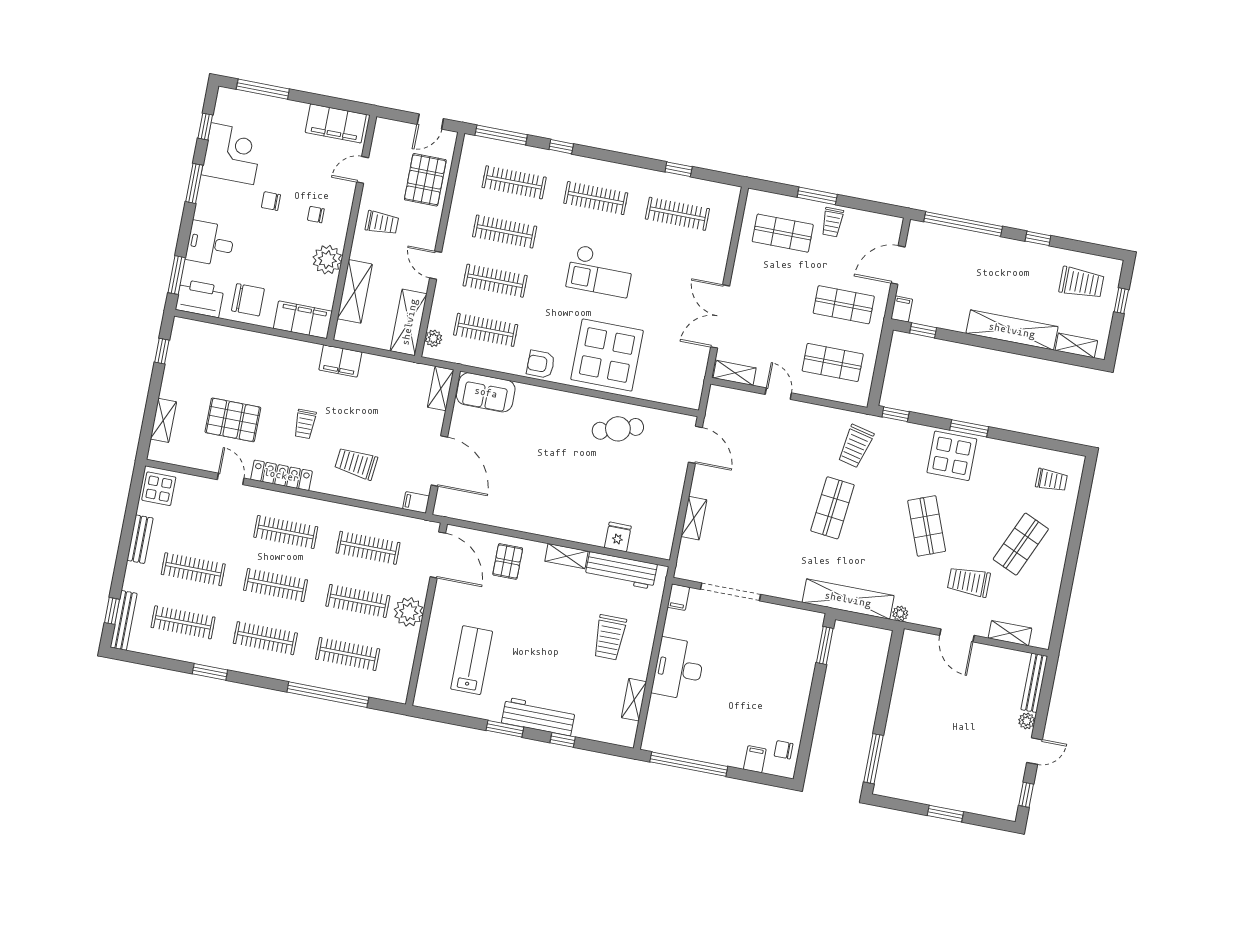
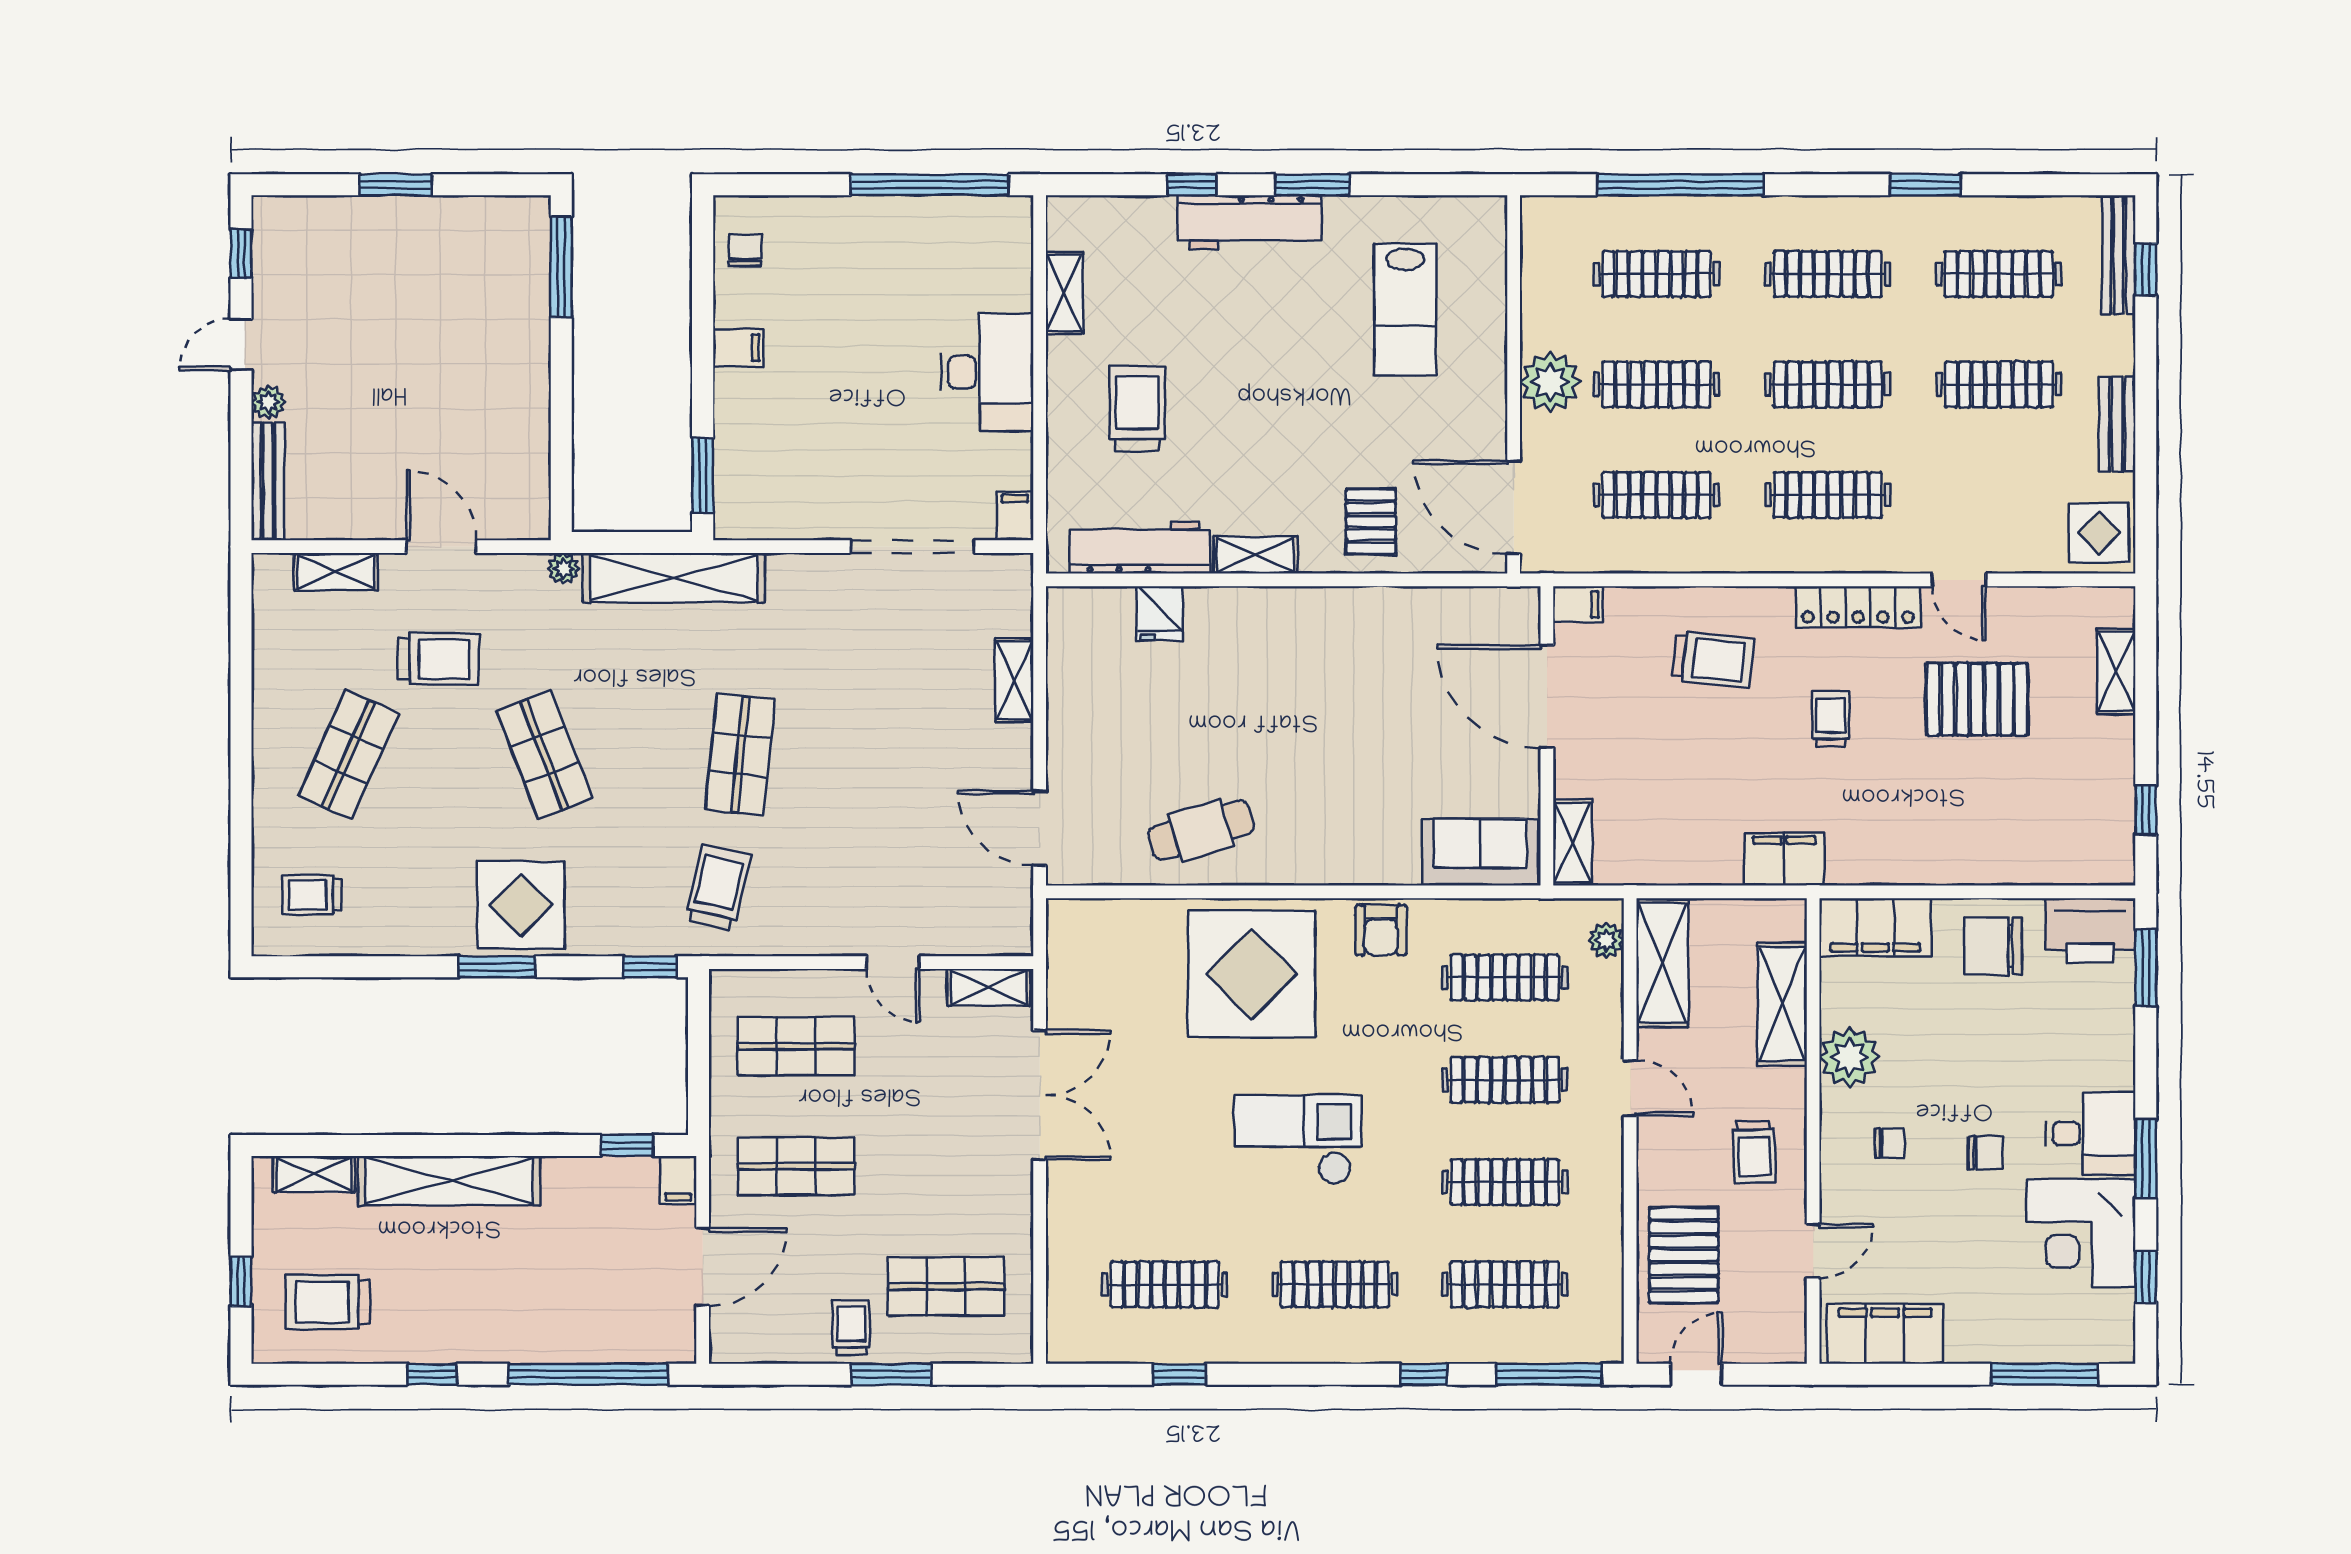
trolley: (382, 223) -> (1754, 1152), turned -92
desk: (210, 243) -> (2090, 1134), moved
armchair: (541, 364) -> (1381, 930), turned 90
chair: (784, 750) -> (745, 250), turned -90
filing cabinet: (755, 759) -> (738, 348), moved, turned -90

